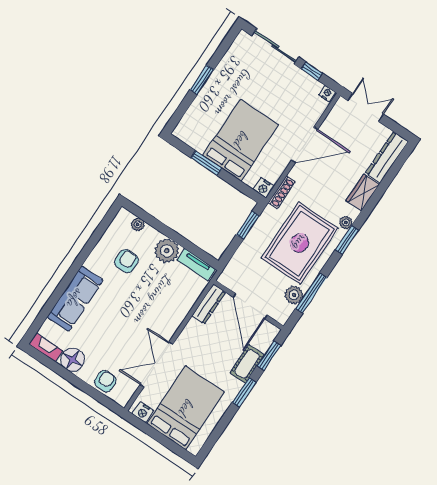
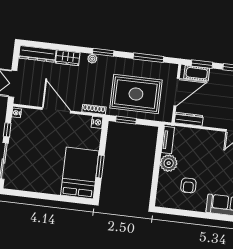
window: (202, 80) -> (49, 197), removed
bed: (241, 140) -> (80, 173), moved, turned 90
plant: (138, 224) -> (161, 190), removed
rug: (300, 243) -> (136, 94), moved
armchair: (126, 261) -> (188, 185), turned -90
plant: (294, 295) -> (155, 68), removed
cot: (247, 364) -> (197, 73), moved

